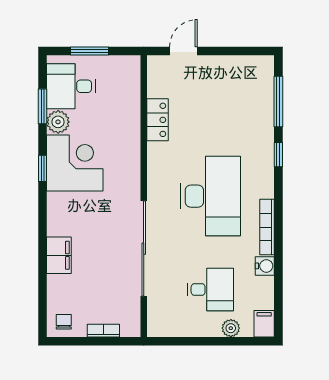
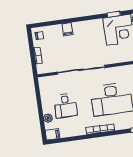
filing cabinet: (59, 255) -> (67, 29), width x0.50
water cooler: (265, 266) -> (81, 131), removed

